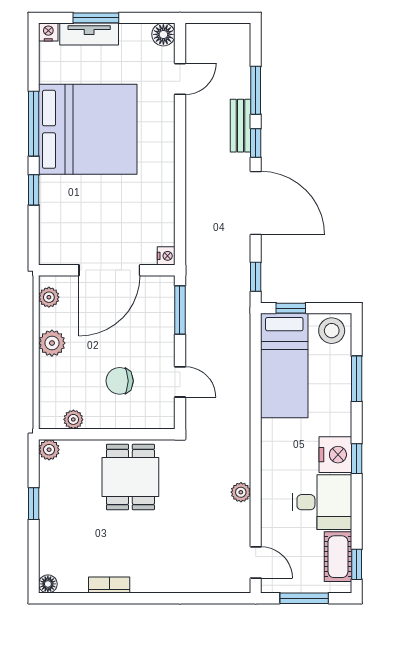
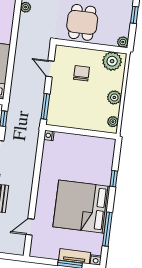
floor lamp: (163, 34) -> (36, 251), removed
window: (34, 124) -> (107, 229), moved
door: (109, 270) -> (79, 132), removed
chair: (120, 381) -> (81, 73), turned -90
plant: (73, 419) -> (112, 61), width x1.88, depth x1.88

